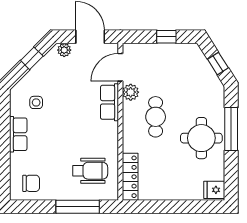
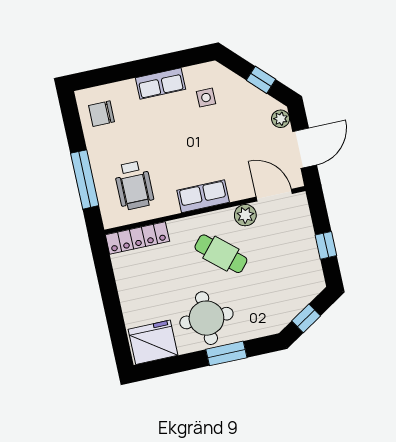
row of seats: (110, 102) -> (203, 196), moved
cafe table: (156, 117) -> (221, 254), turned 41
window: (231, 129) -> (226, 353), width x0.69
chair: (31, 183) -> (101, 114), turned 90
fridge: (214, 190) -> (153, 342), width x1.88, depth x1.34

